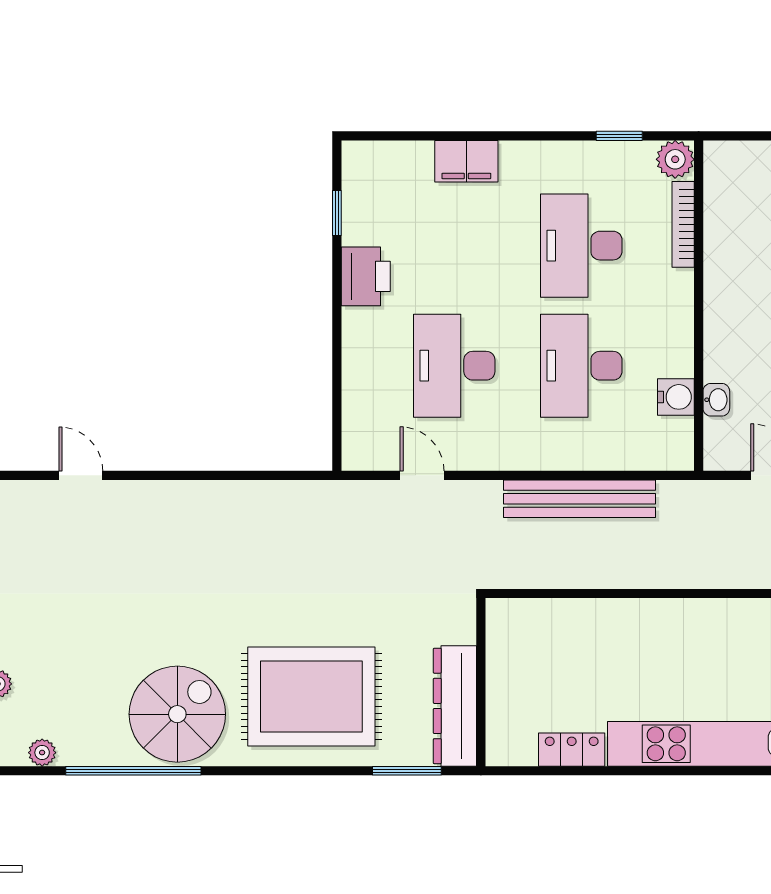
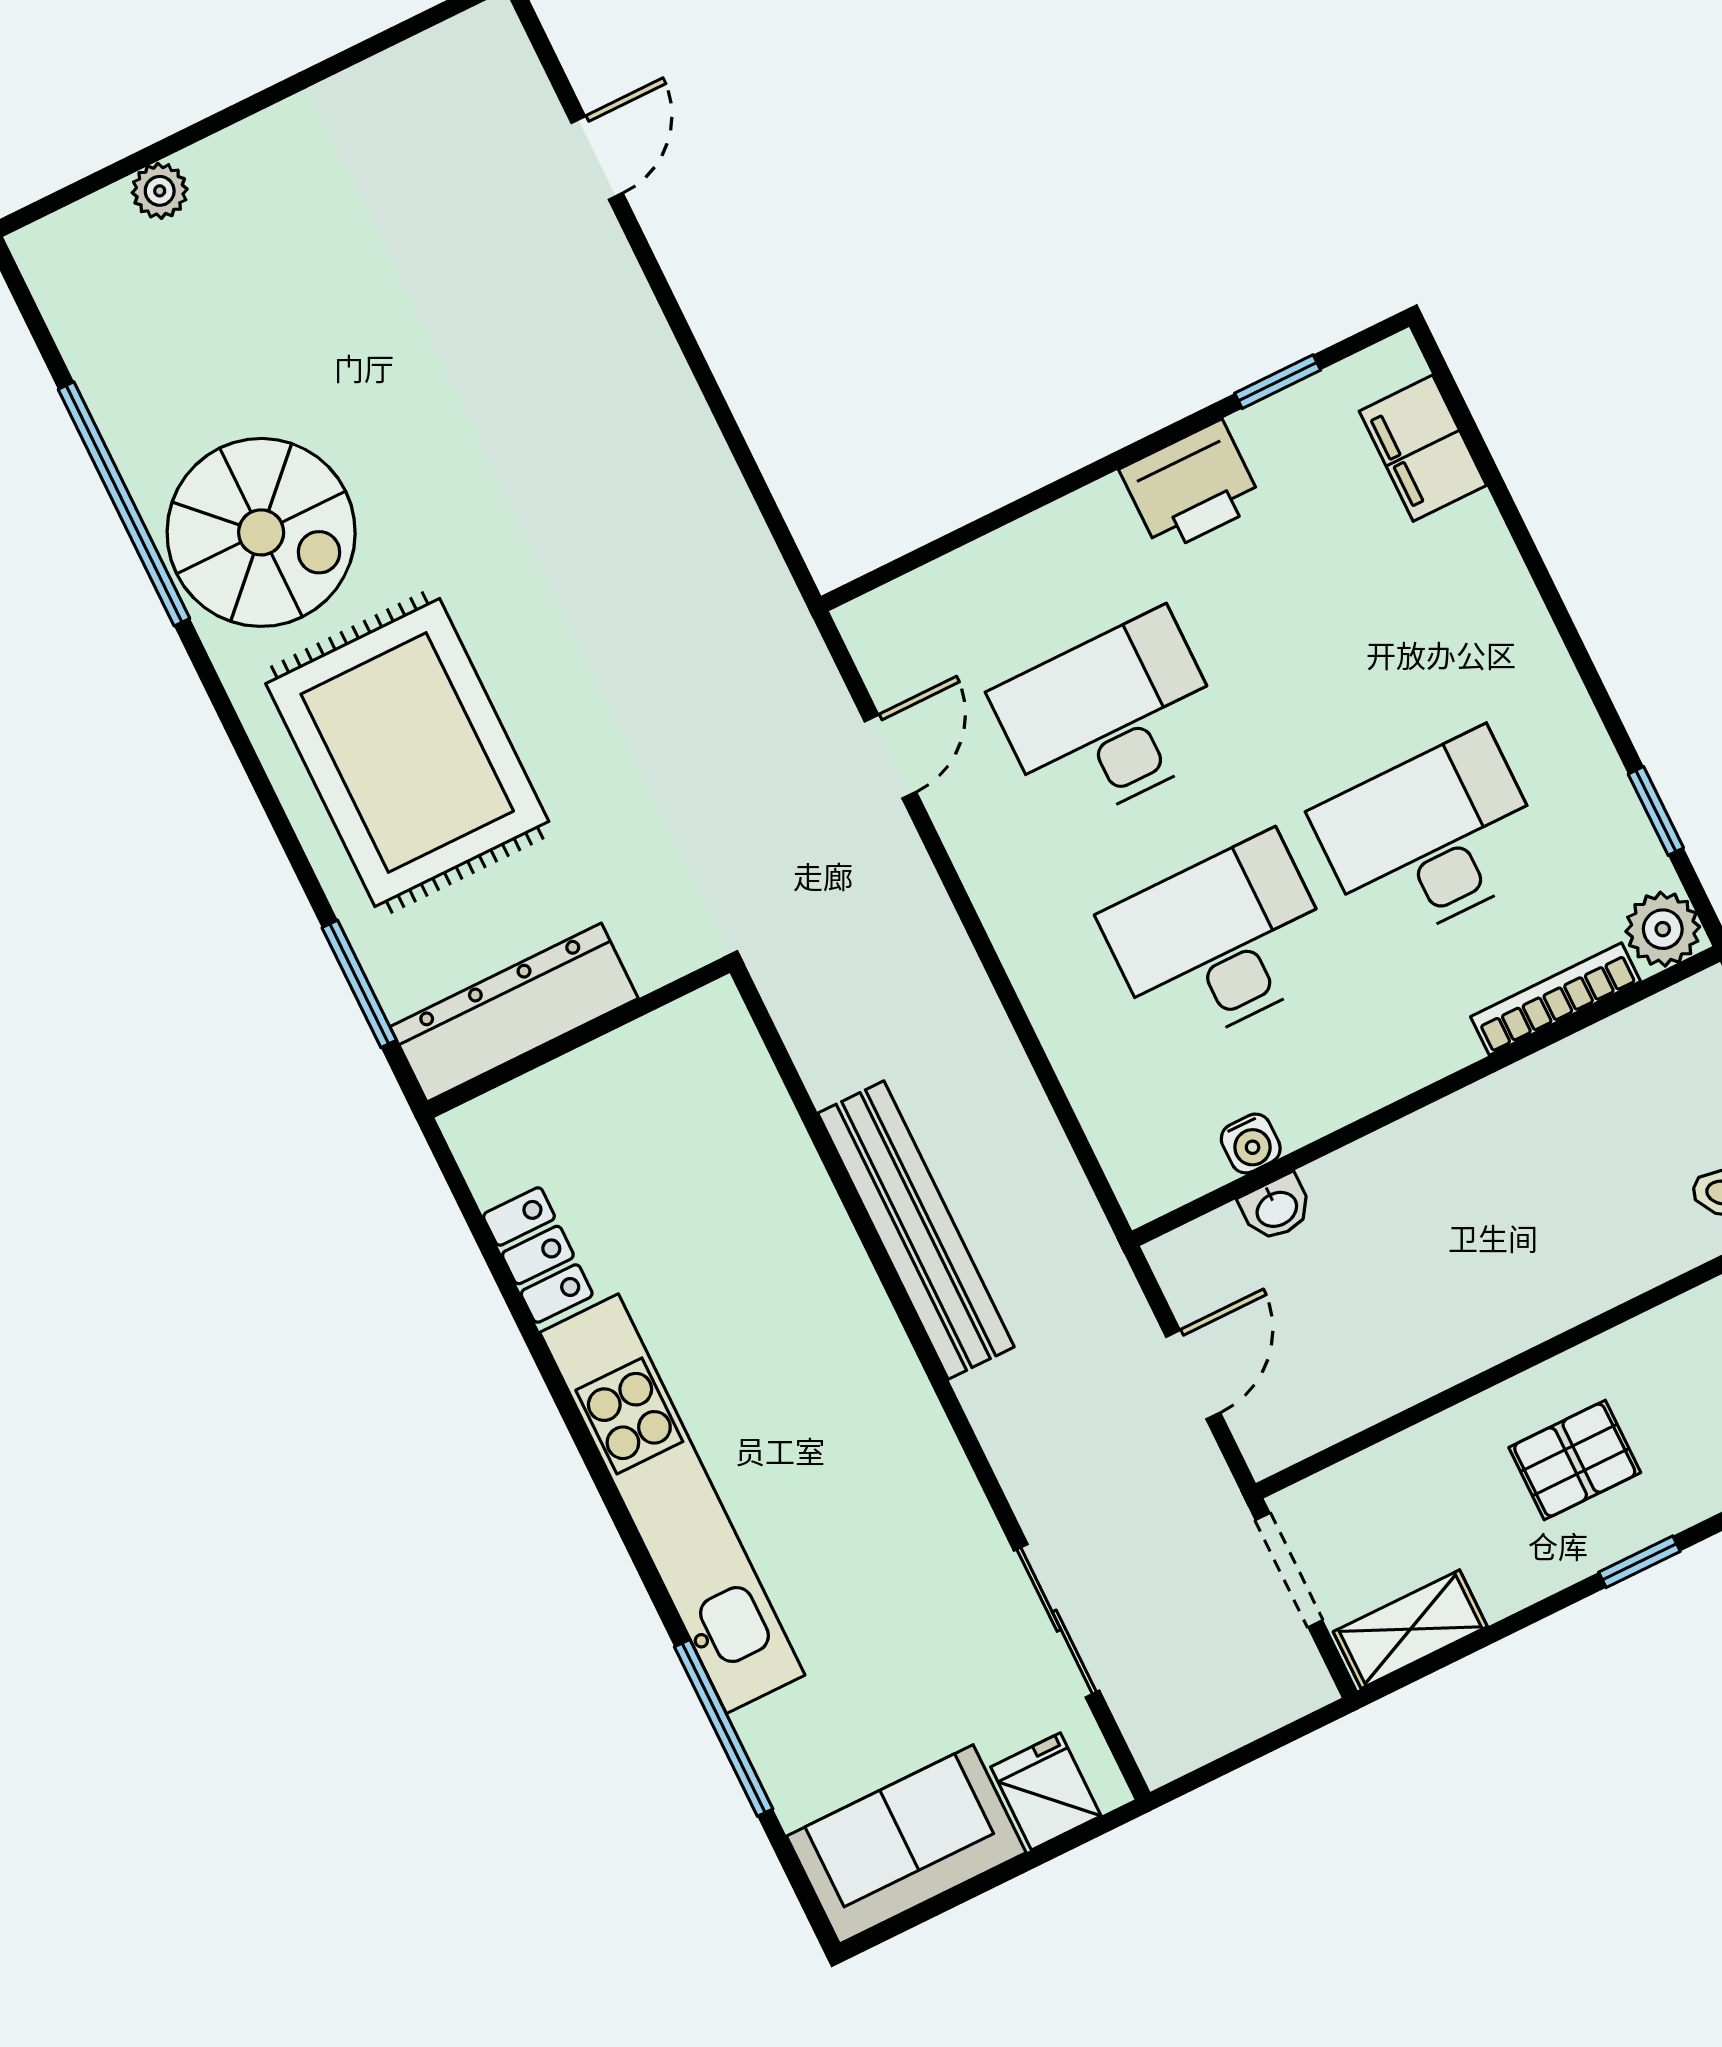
filing cabinet: (466, 161) -> (1423, 448), moved
water cooler: (676, 397) -> (1251, 1144), width x0.72, depth x0.72
bench: (580, 499) -> (916, 1230), moved
plant: (42, 753) -> (77, 328), removed

